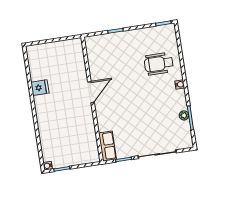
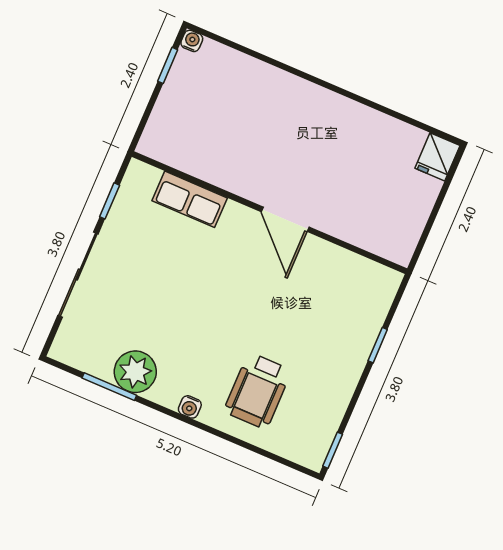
wheelchair: (159, 64) -> (258, 391), turned 180
fridge: (40, 88) -> (437, 157), moved
plant: (184, 115) -> (135, 372), width x1.88, depth x1.88
row of seats: (107, 146) -> (190, 199), moved

